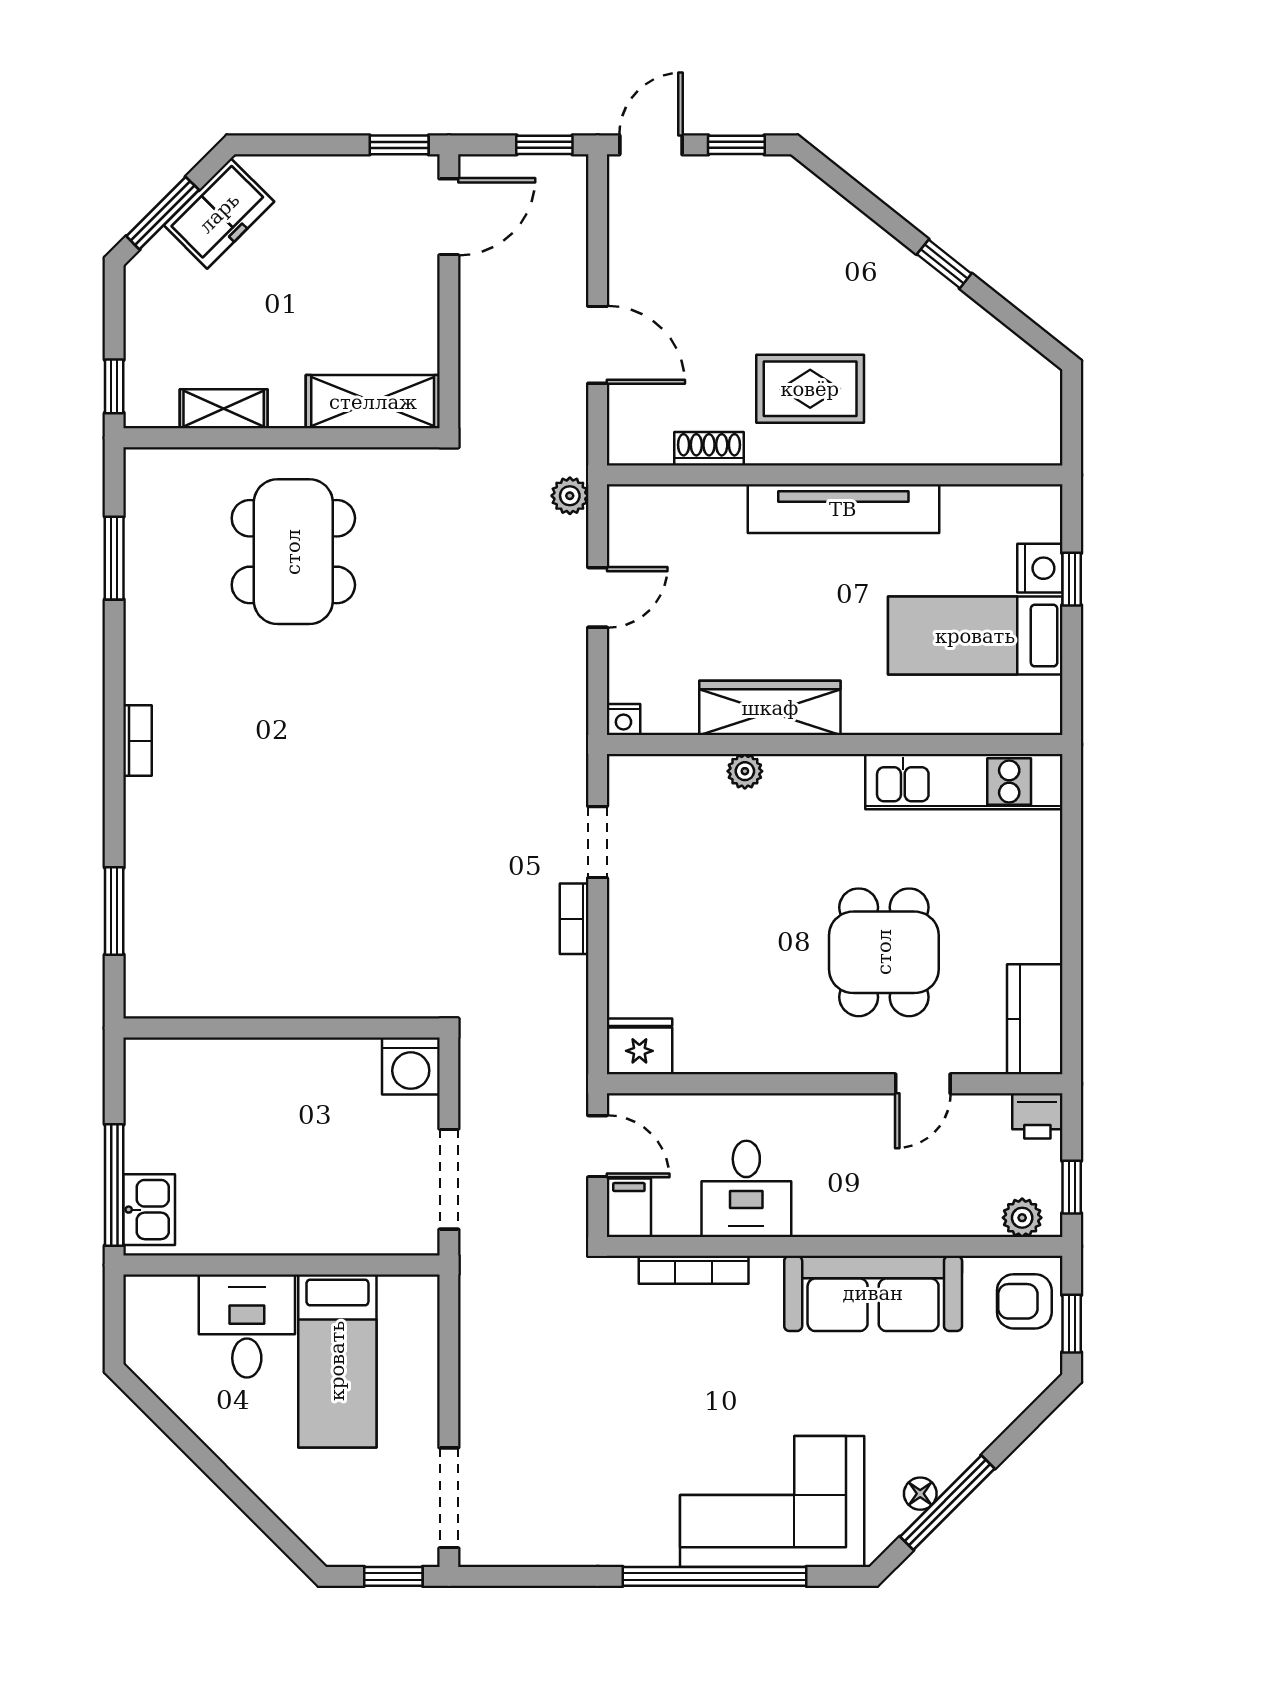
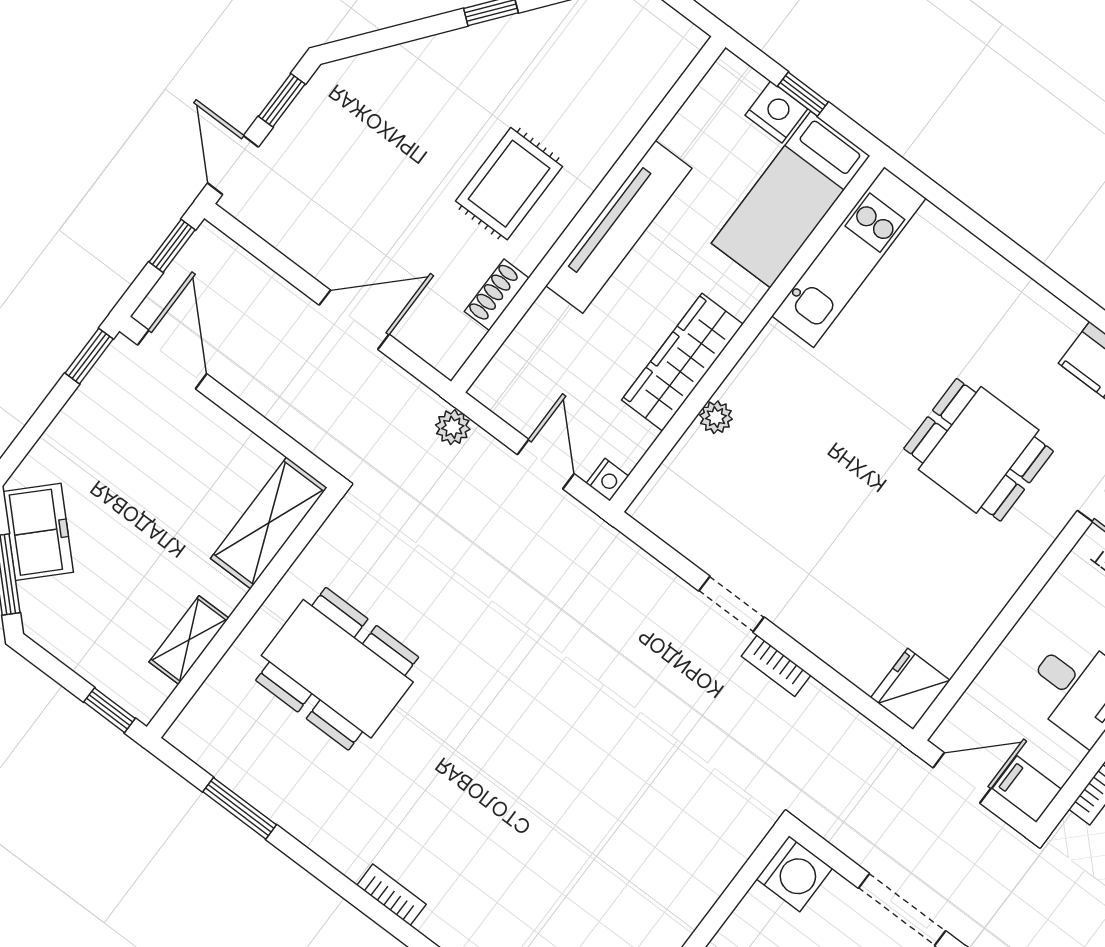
wardrobe: (770, 708) -> (682, 362), moved
nightstand: (623, 719) -> (607, 480), moved
wall: (835, 744) -> (747, 334), moved
plant: (745, 771) -> (716, 417), moved
kitchen unit: (964, 782) -> (849, 257), moved

